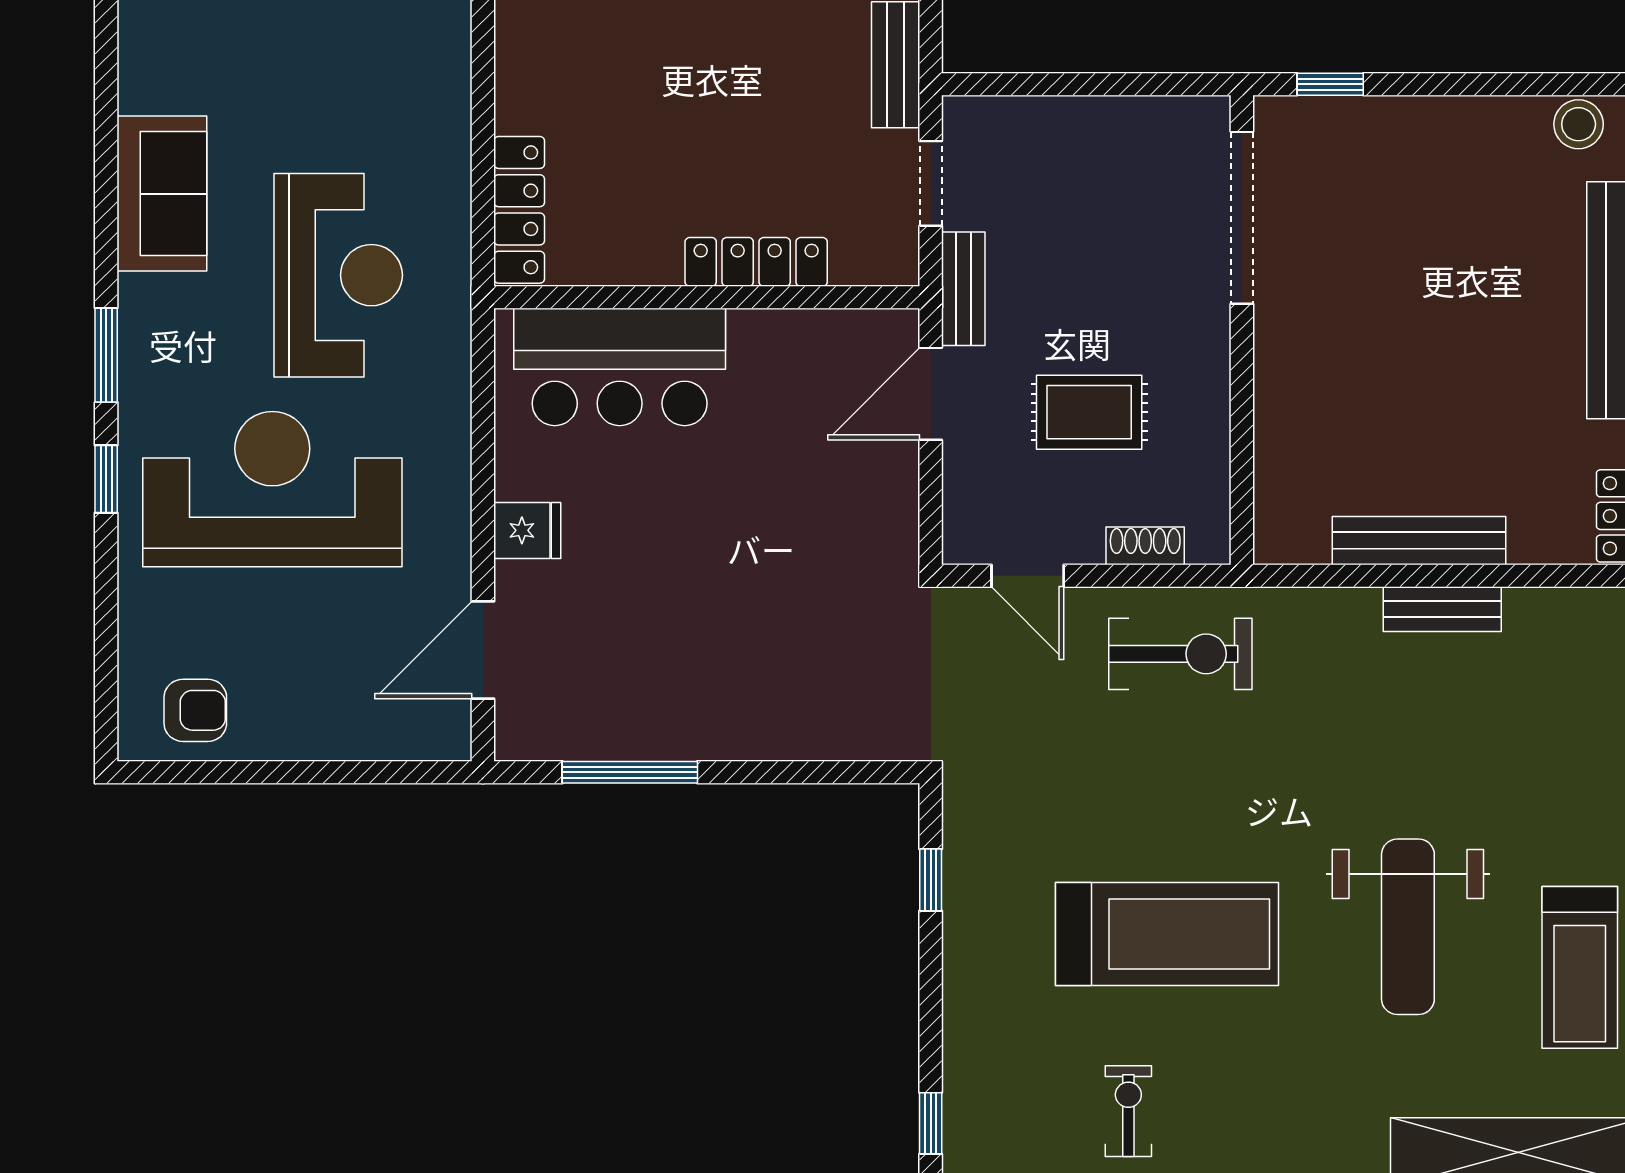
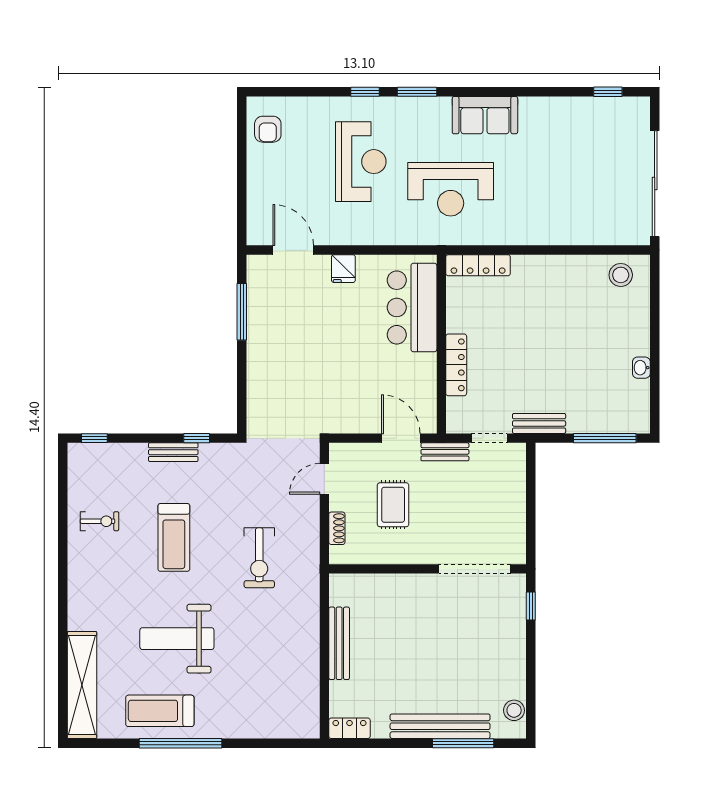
reception desk: (272, 489) -> (361, 162), width x0.74, depth x0.77
bench: (1442, 609) -> (173, 452), moved, turned 90
exercise bike: (1180, 654) -> (259, 558), moved
treadmill: (1167, 934) -> (174, 537), width x0.73, depth x0.73

